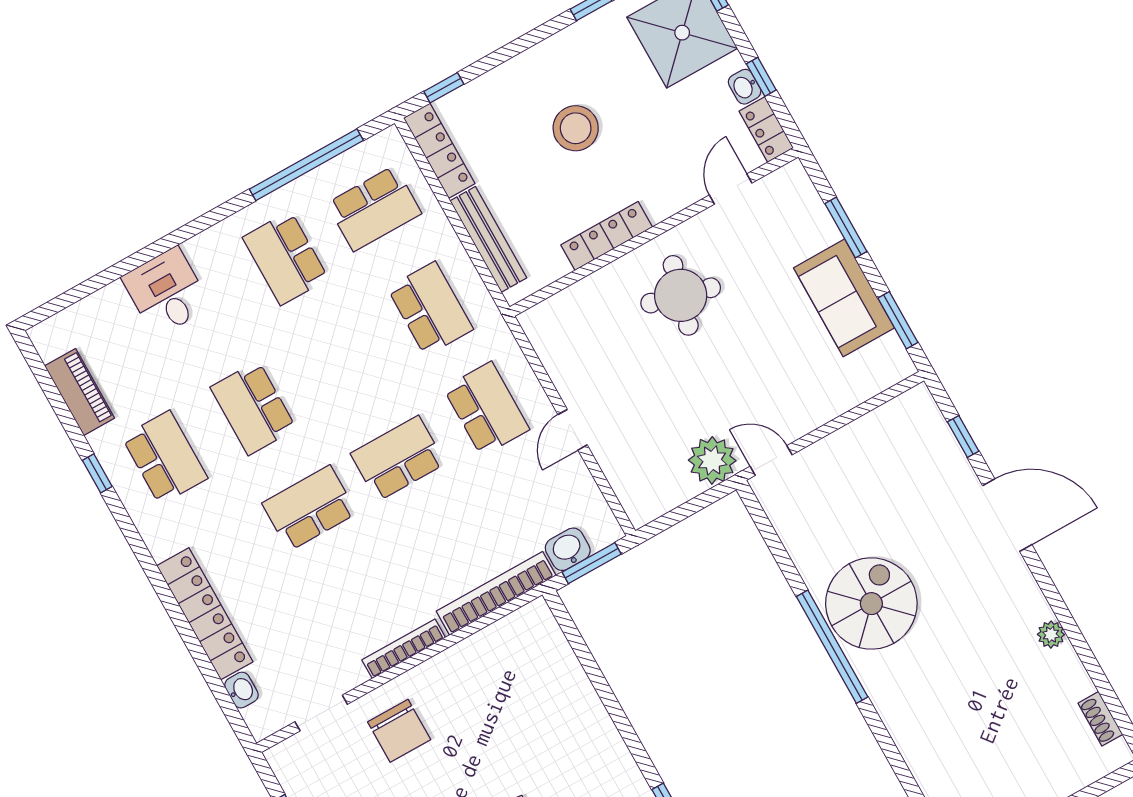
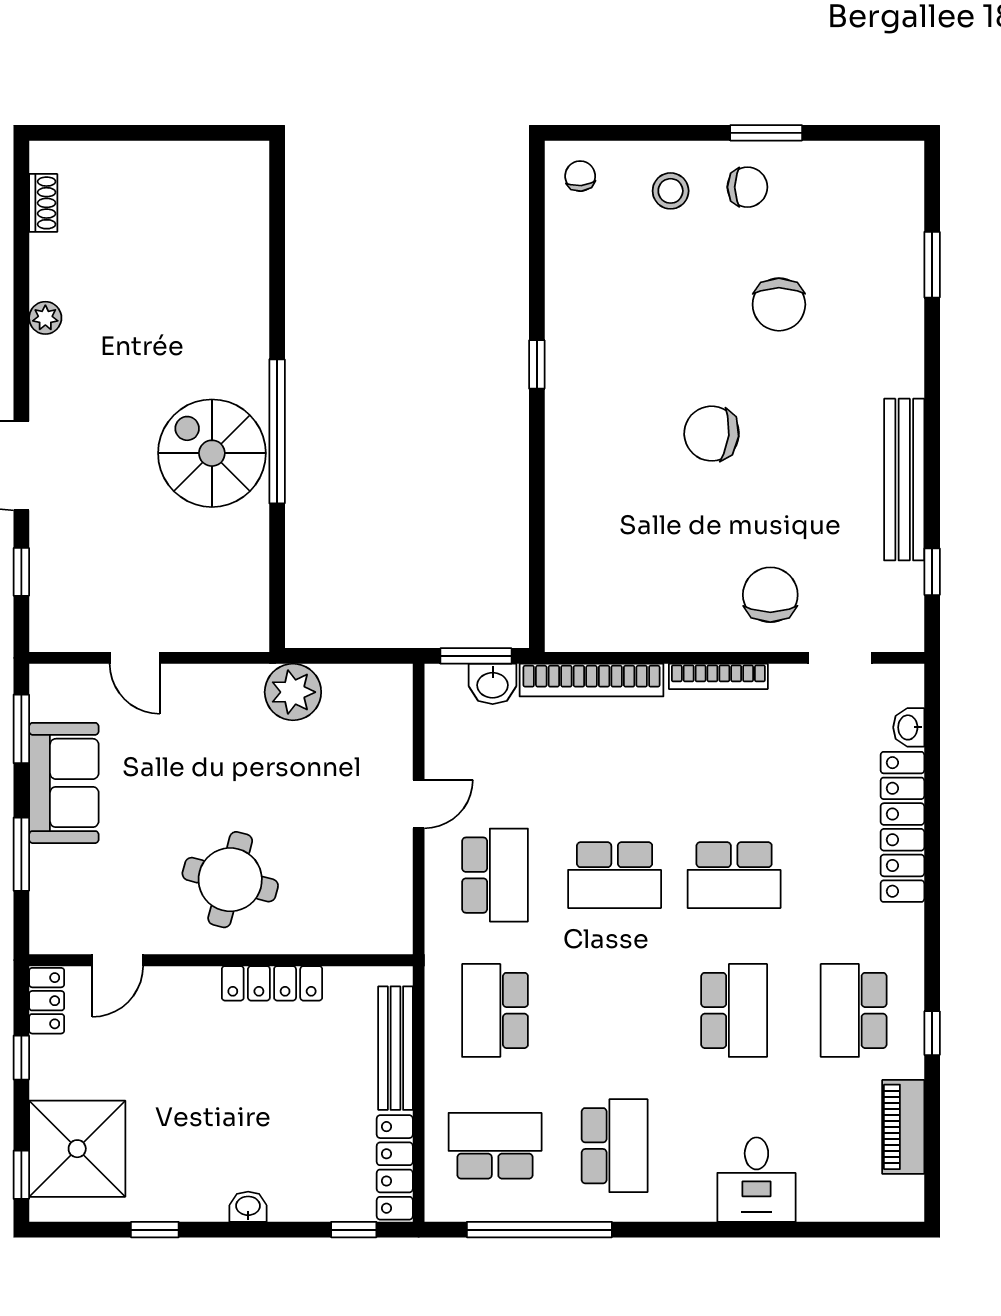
washbasin: (745, 87) -> (248, 1207), moved, turned -90
stool: (576, 128) -> (242, 1112), removed
school desk: (486, 409) -> (495, 875), turned 180
door: (771, 461) -> (135, 658), moved
spiral stairs: (871, 604) -> (212, 453), turned 90

